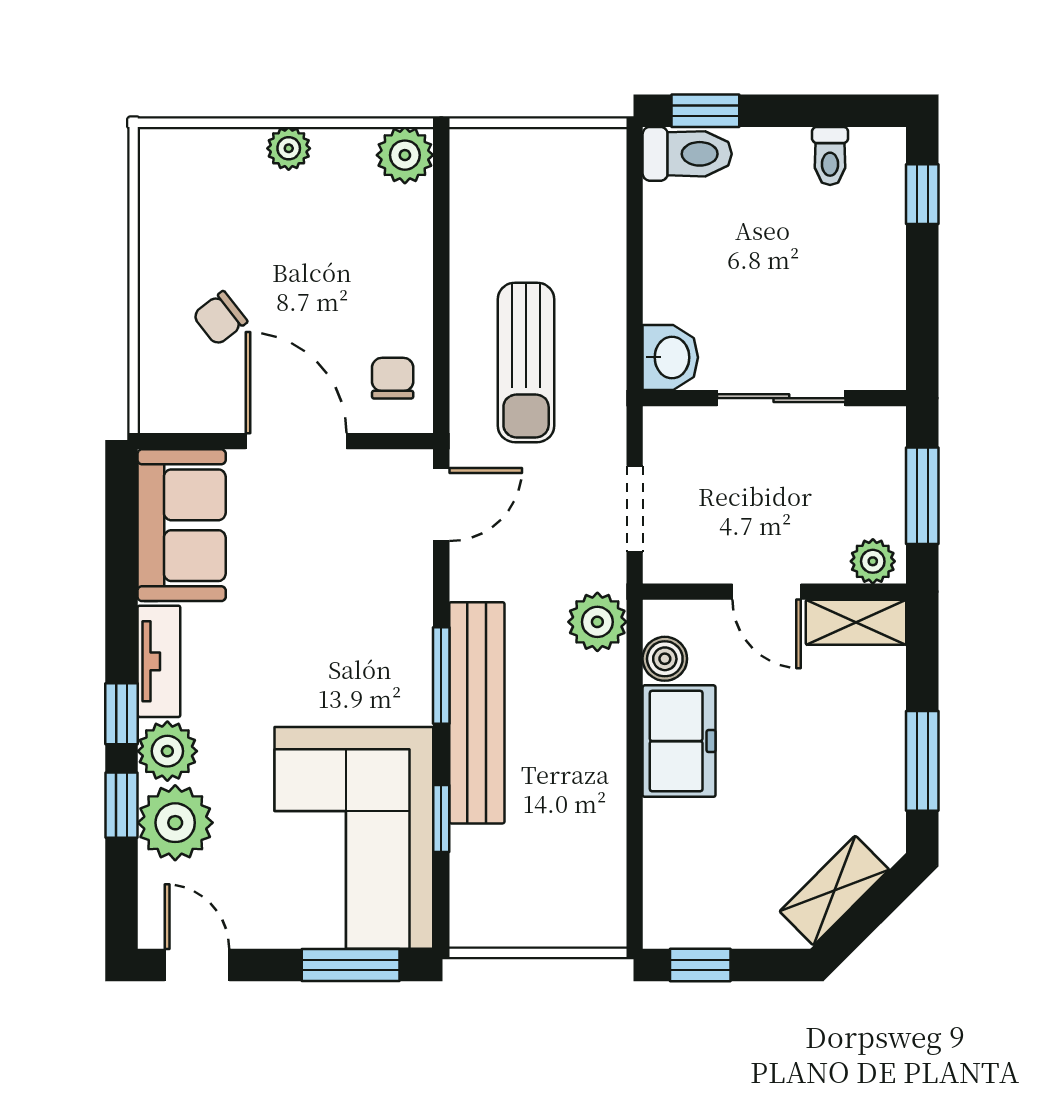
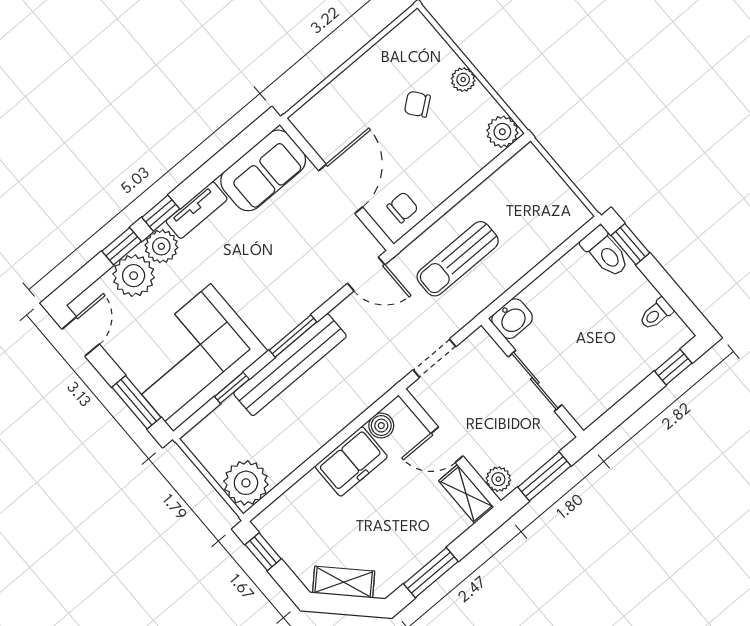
chair: (220, 318) -> (417, 104), moved
door: (767, 592) -> (447, 445), hinge flipped
plant: (597, 622) -> (246, 483), moved, width x1.36, depth x1.36

